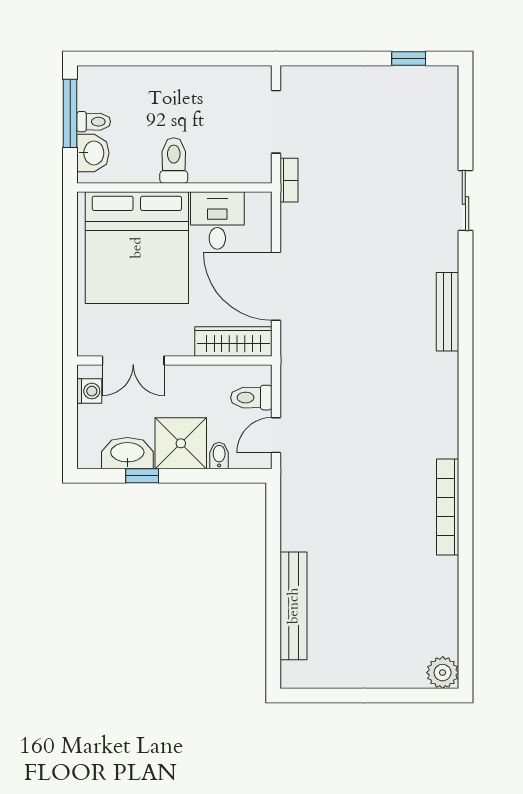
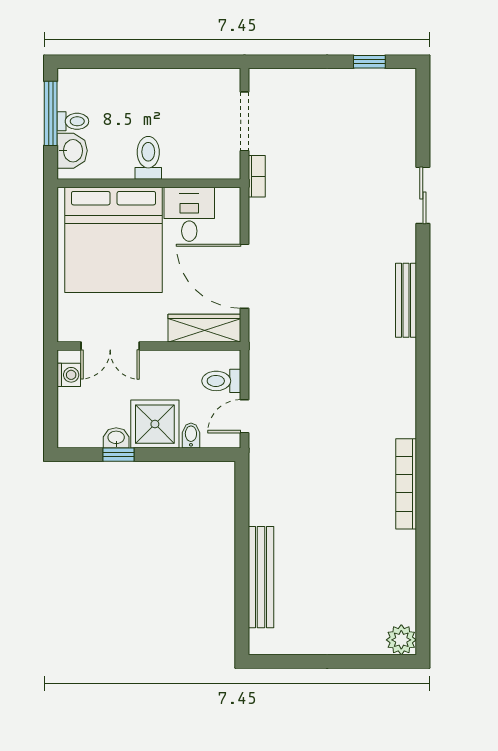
washbasin: (127, 453) -> (116, 438), width x0.52, depth x0.69

